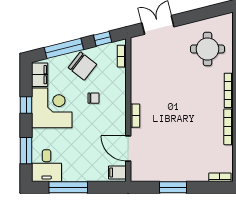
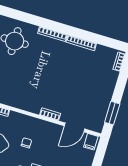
window: (173, 187) -> (112, 113), moved

